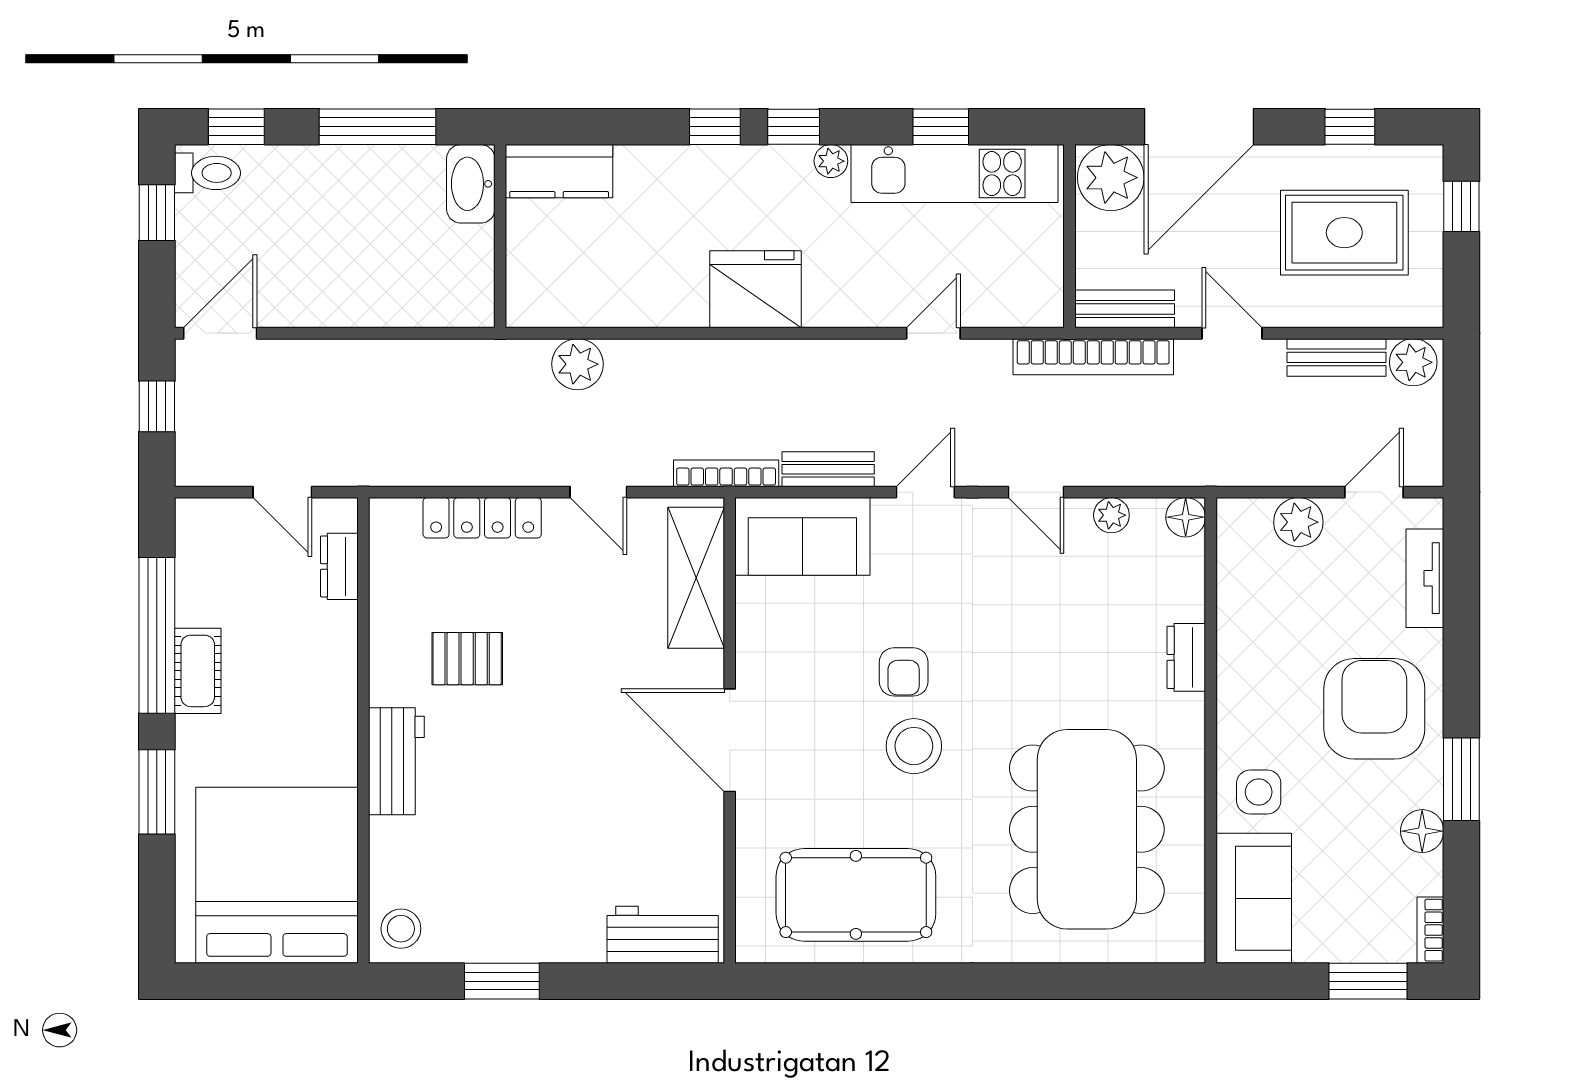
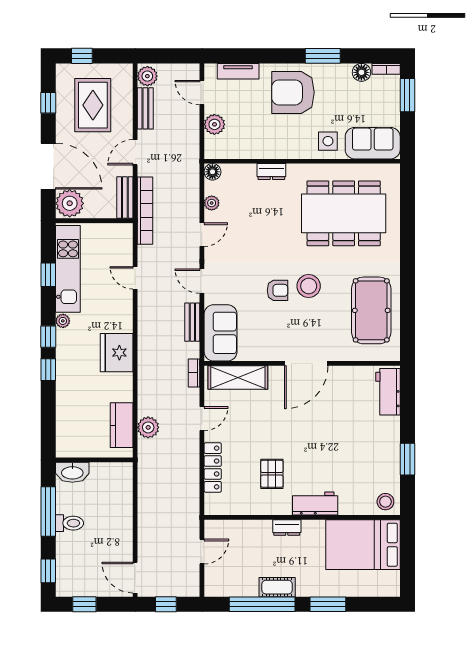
kitchen counter: (559, 171) -> (122, 425), moved, turned 180
toilet: (207, 173) -> (70, 523), moved, turned 90
bookcase: (726, 473) -> (194, 373), width x0.64
dresser: (339, 566) -> (287, 528), moved
floor lamp: (1422, 831) -> (361, 72), moved
bed: (277, 875) -> (363, 545), width x0.73

